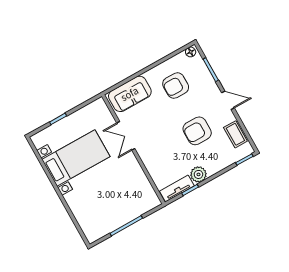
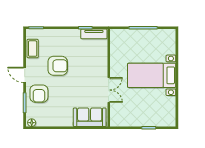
armchair: (176, 86) -> (39, 94), moved, turned 90
bed with nightstands: (76, 158) -> (152, 75), moved
plant: (198, 174) -> (74, 35), removed

